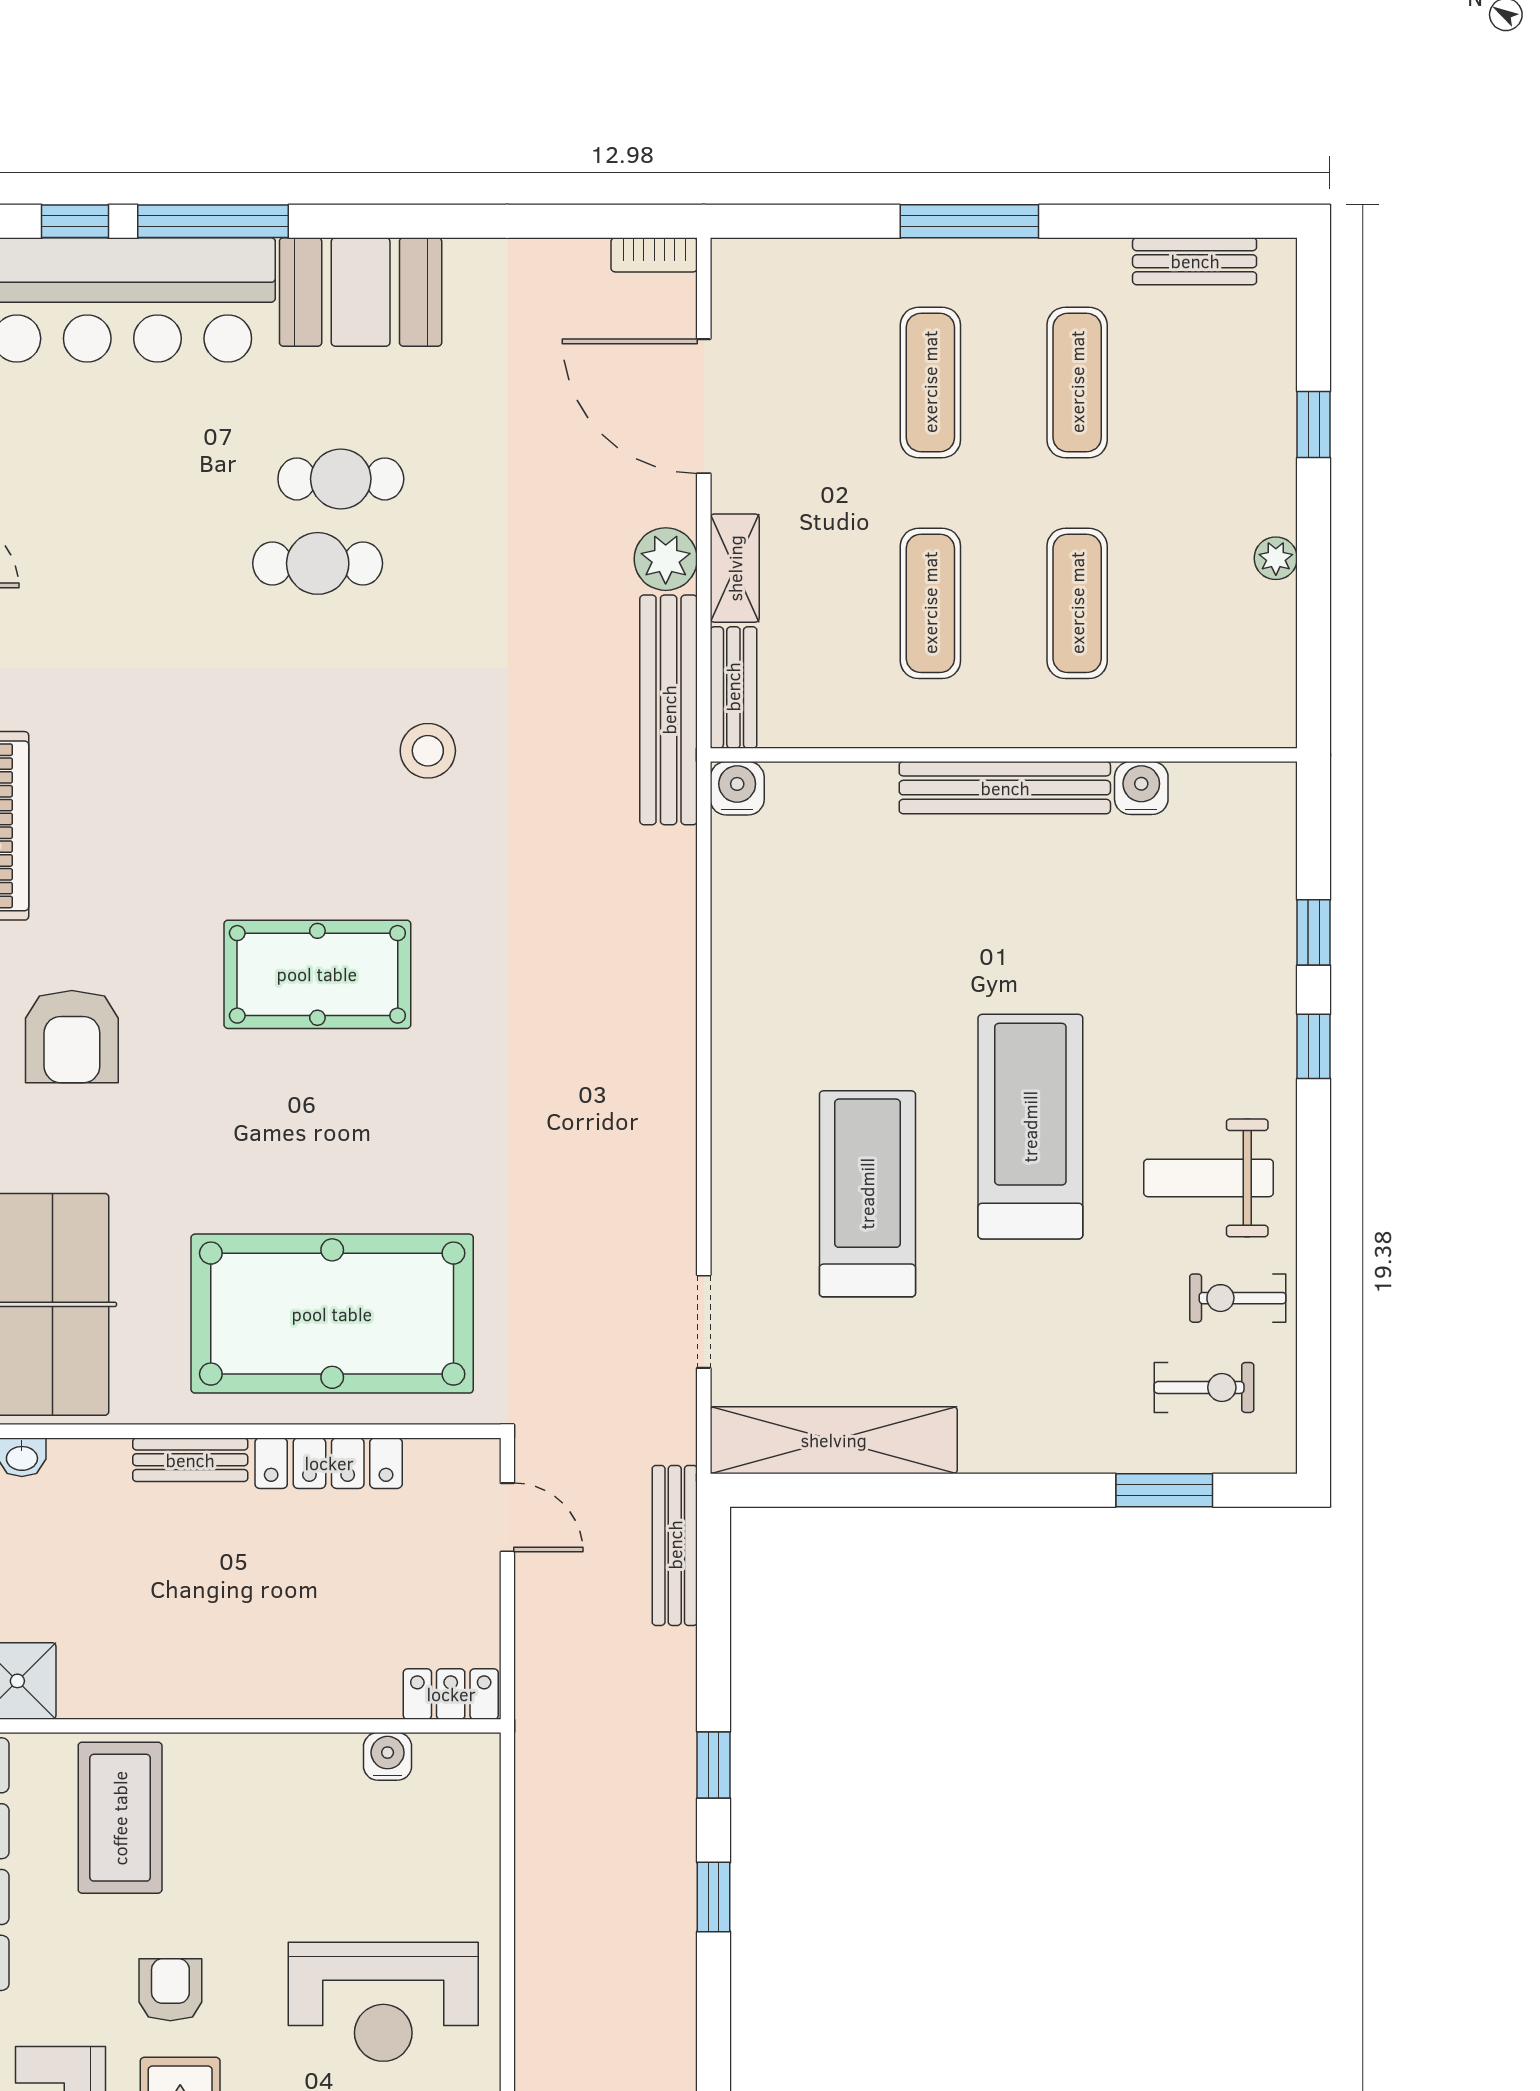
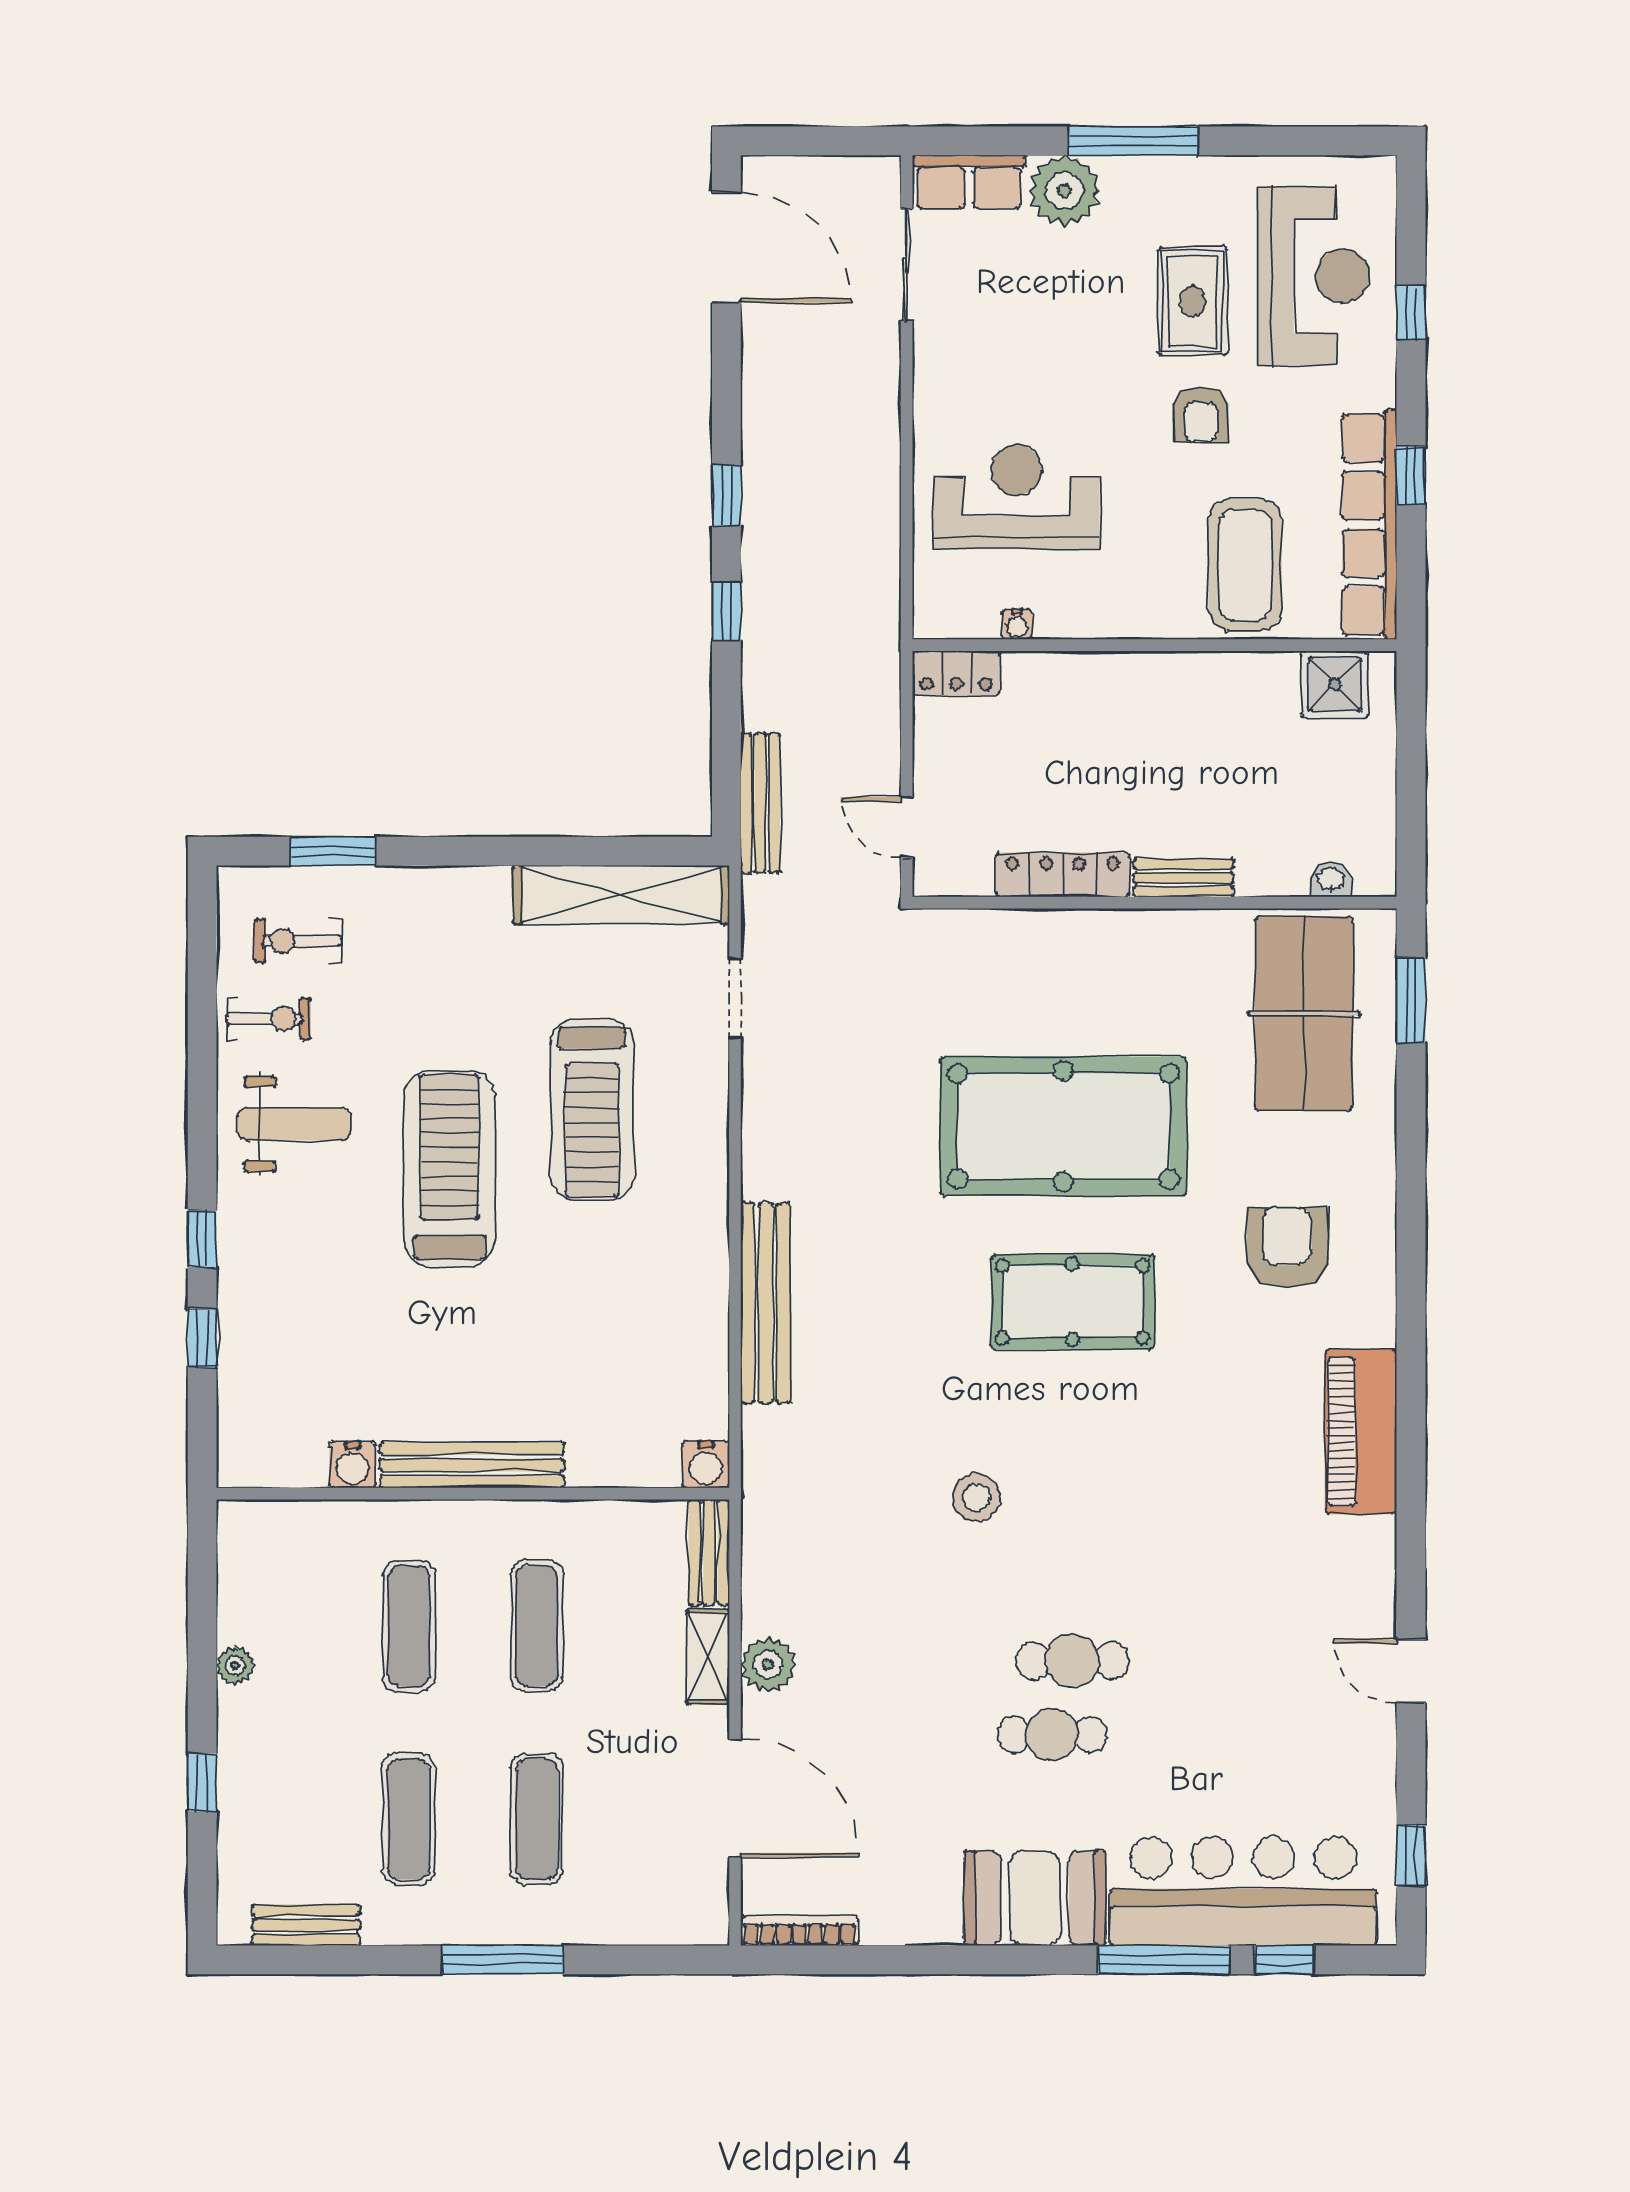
bookcase: (654, 255) -> (799, 1931), width x1.56
bench: (669, 710) -> (766, 1303), moved
treadmill: (1030, 1127) -> (450, 1169), turned 180
pool table: (332, 1314) -> (1063, 1126), moved
water cooler: (388, 1756) -> (1017, 624), width x0.72, depth x0.72
reception desk: (383, 2002) -> (1016, 497), moved

